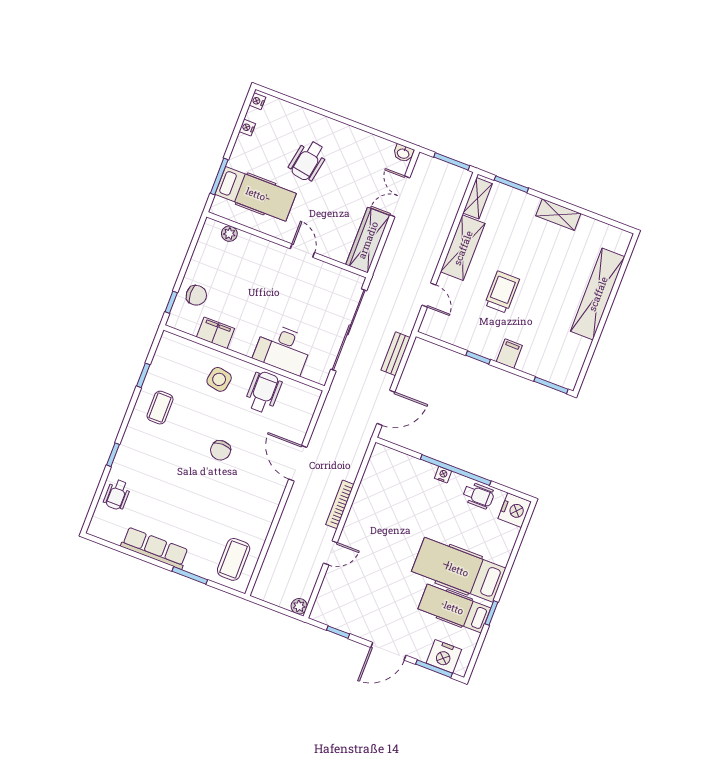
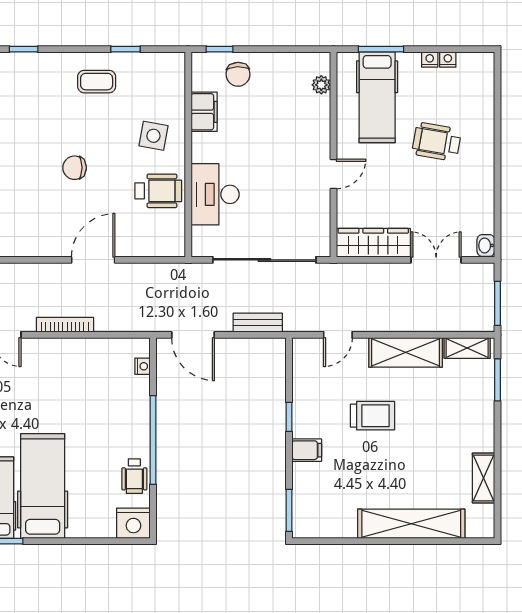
nightstand: (257, 101) -> (430, 60), moved
shelving: (558, 215) -> (483, 478), moved
nightstand: (443, 475) -> (143, 366), moved

